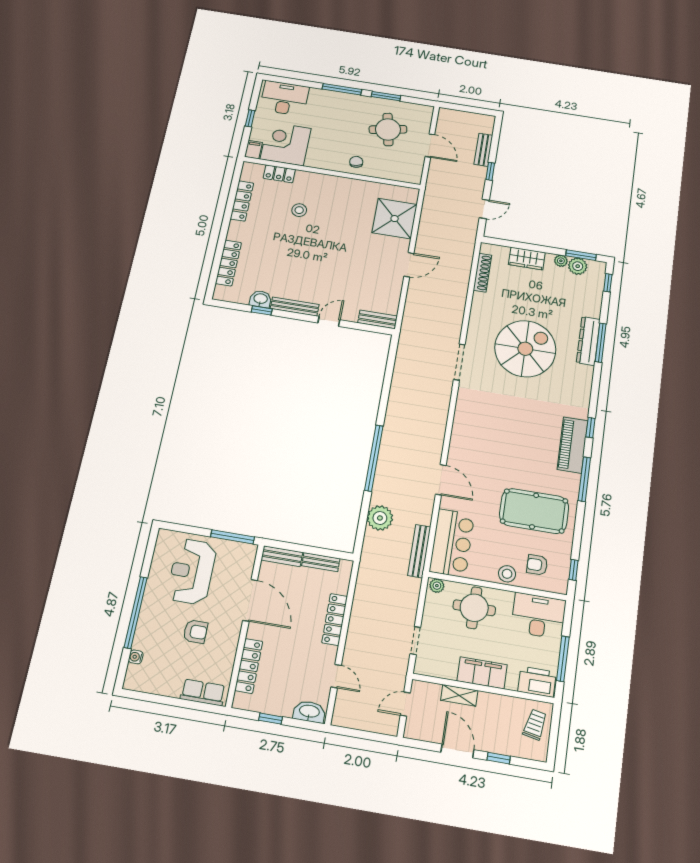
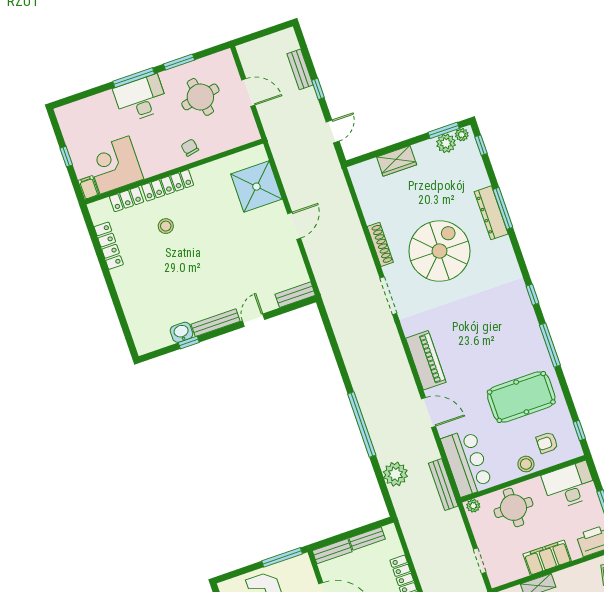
desk: (284, 98) -> (141, 99), moved
plant: (561, 261) -> (462, 135), moved
locker: (228, 263) -> (168, 185), moved, turned 90
shoe rack: (482, 273) -> (380, 244), moved
piano: (573, 445) -> (426, 360), moved, turned 180

